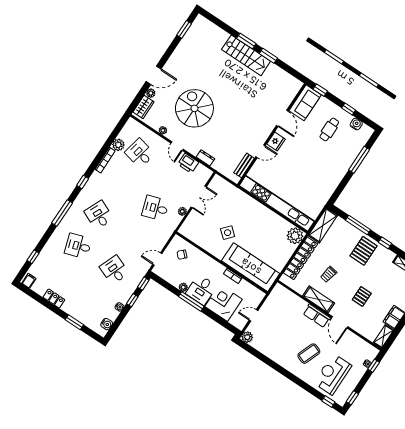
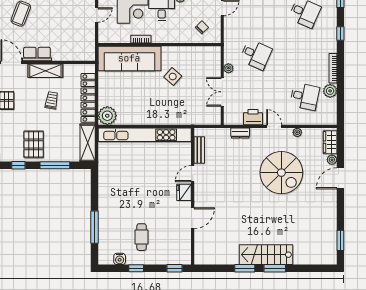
sofa: (305, 103) -> (181, 247), removed
door: (282, 118) -> (193, 218), swing flipped
desk: (155, 208) -> (256, 55), turned 42

